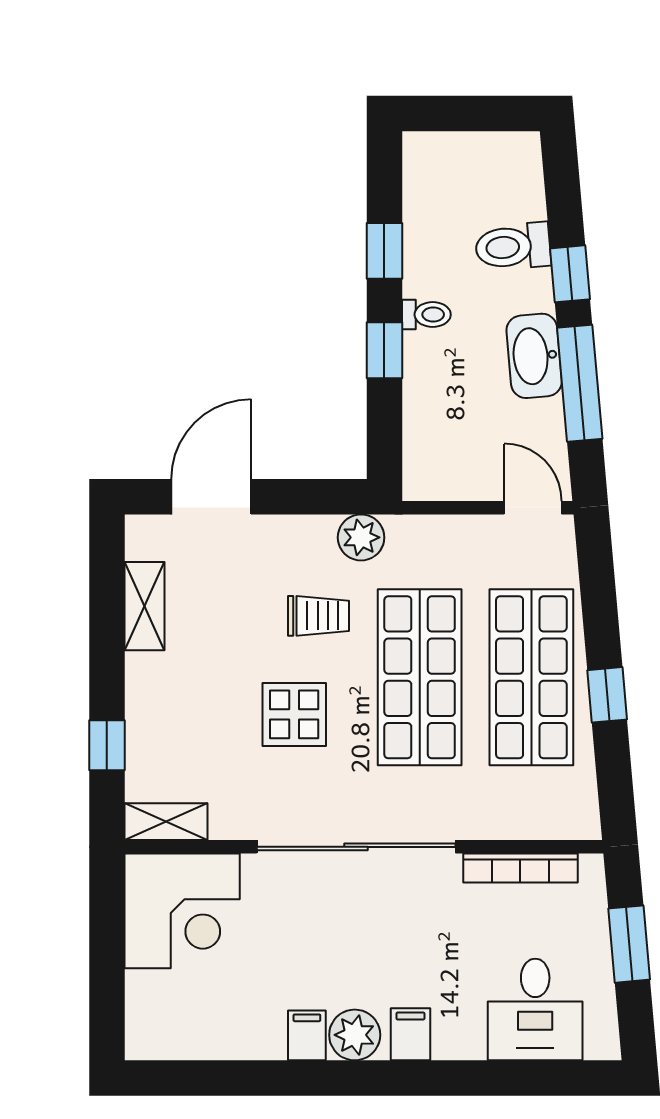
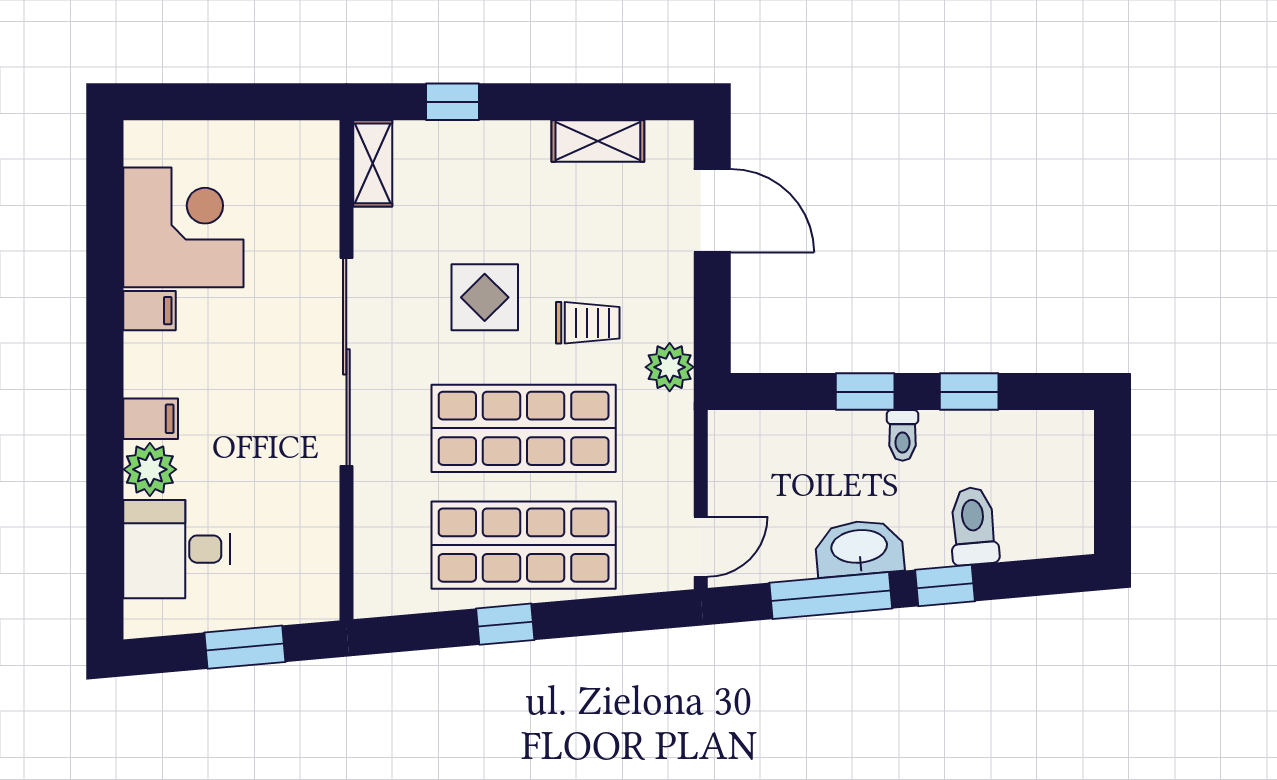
trolley: (318, 616) -> (588, 323), turned -90
bookcase: (520, 868) -> (324, 534), removed
corner desk: (182, 911) -> (183, 227), moved, turned 180
plant: (355, 1035) -> (150, 469), moved

